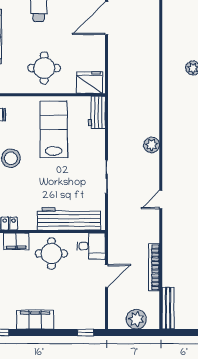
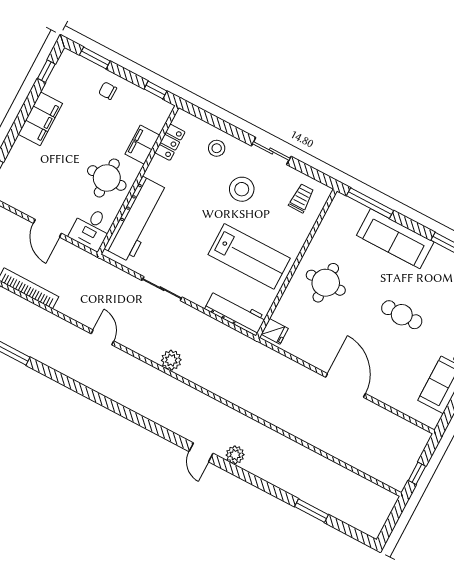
fridge: (89, 82) -> (275, 331), width x0.53, depth x0.75
workbench: (97, 112) -> (235, 313), width x1.38

